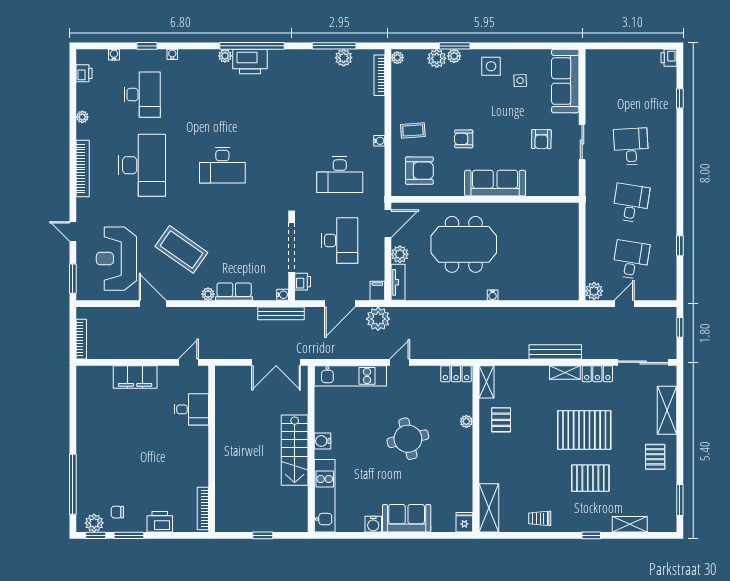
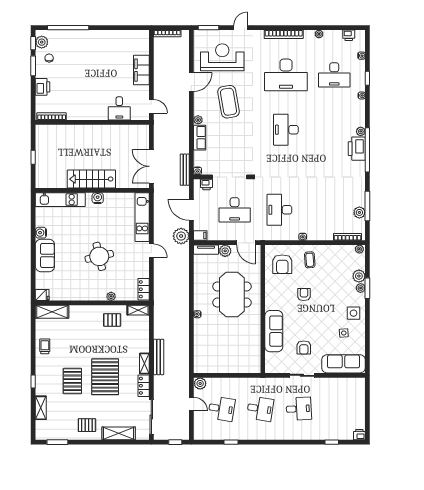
armchair: (541, 139) -> (304, 348), turned -91
sofa: (495, 183) -> (274, 331), moved
coffee table: (181, 249) -> (228, 102), turned -45

